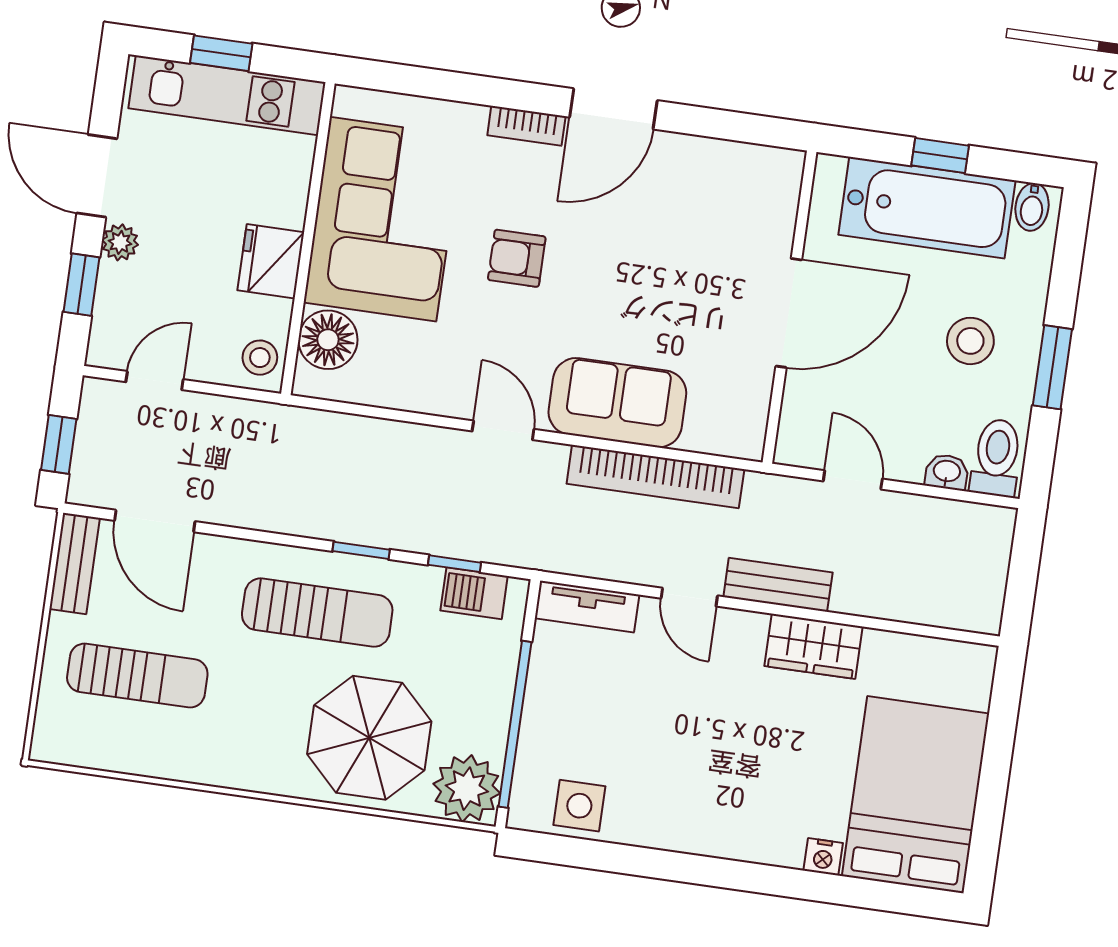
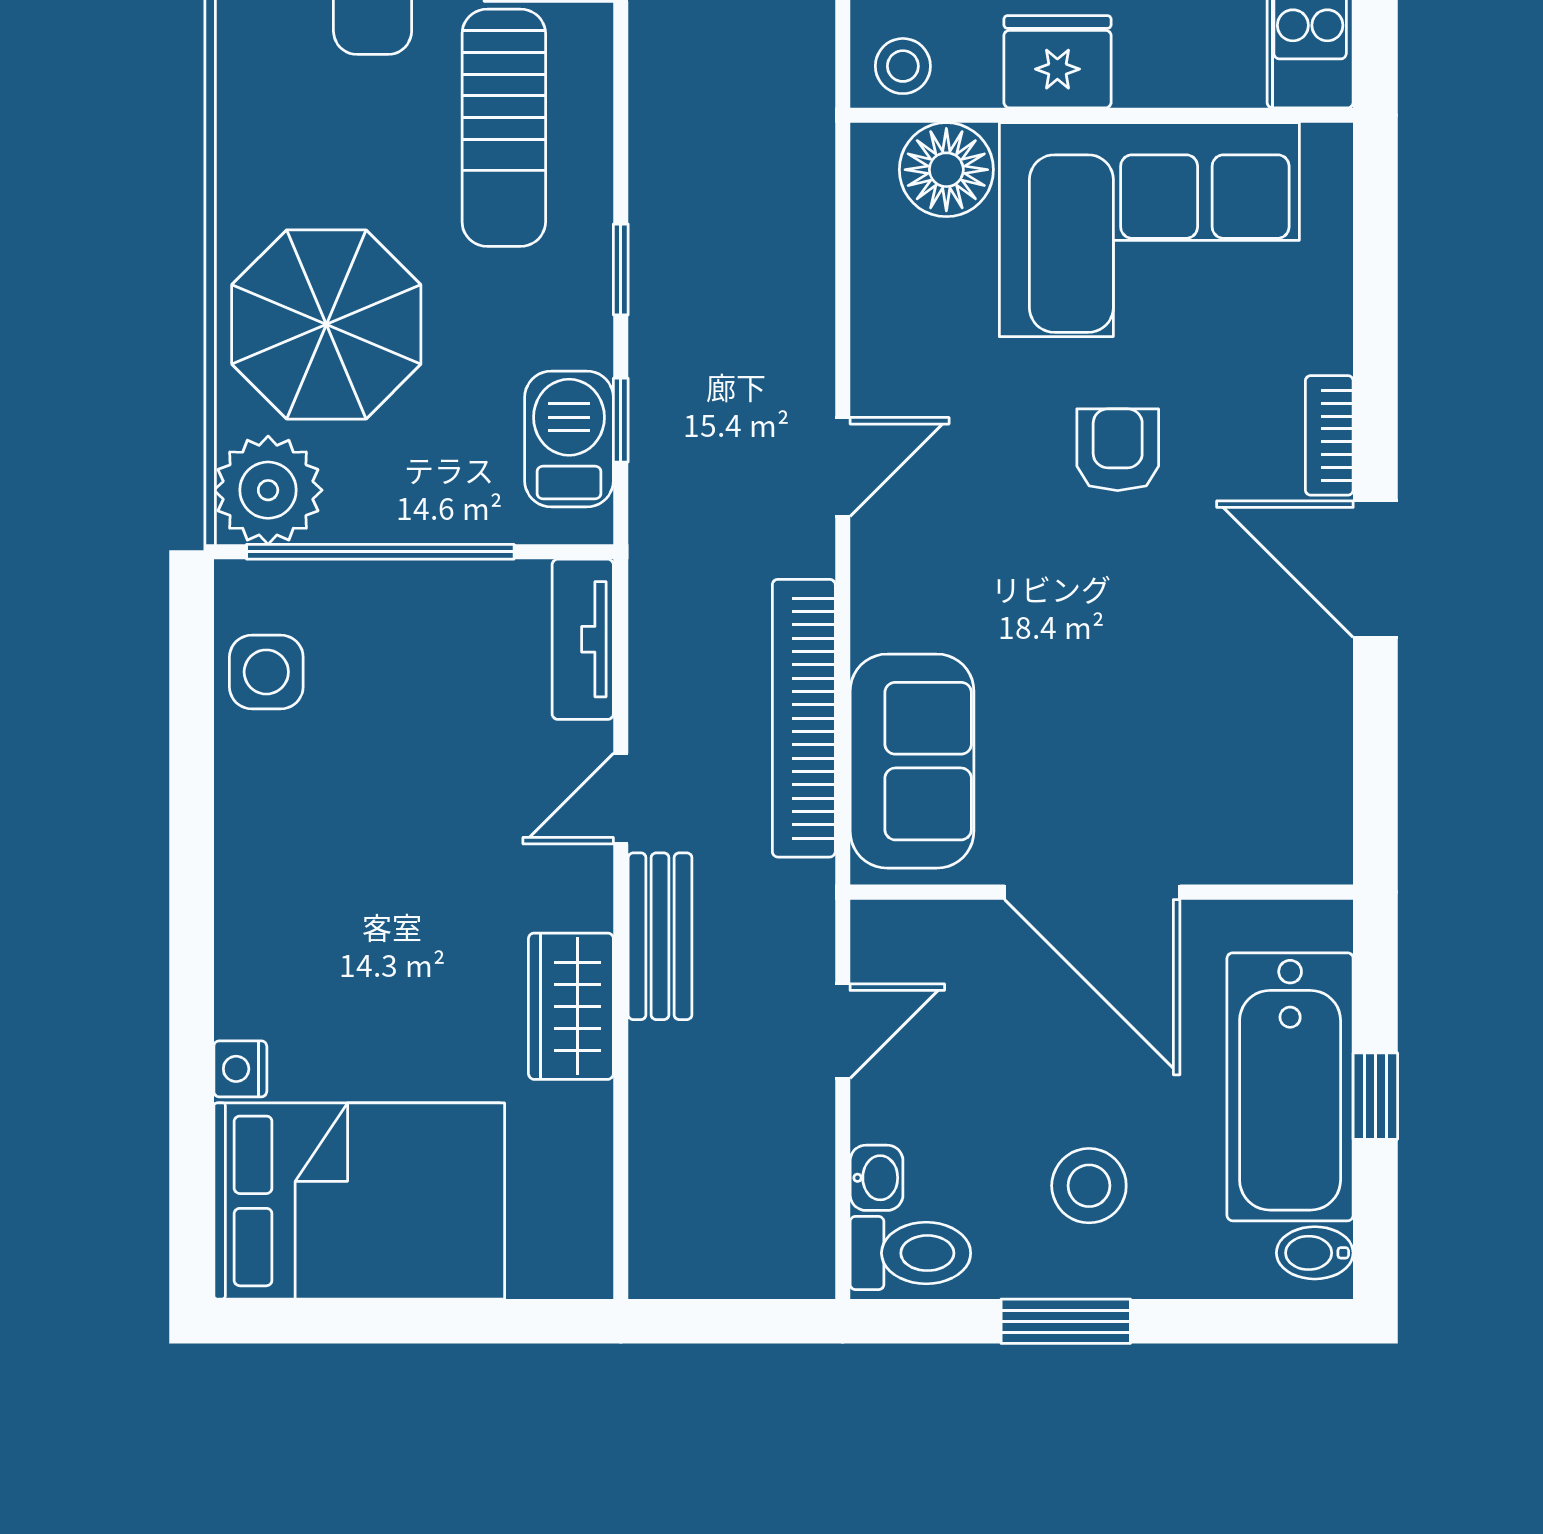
sofa: (617, 403) -> (912, 761), moved
barbecue: (474, 593) -> (569, 439), width x1.38, depth x1.27
sun lounger: (317, 613) -> (504, 128), moved

